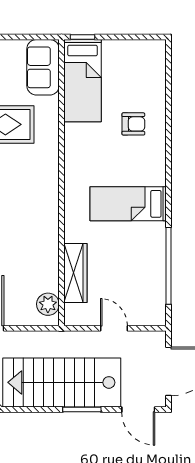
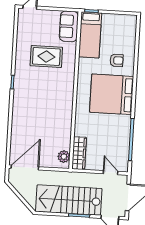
bed: (128, 204) -> (112, 94), width x2.04
wardrobe: (75, 273) -> (79, 153), moved
door: (114, 328) -> (111, 173), moved

